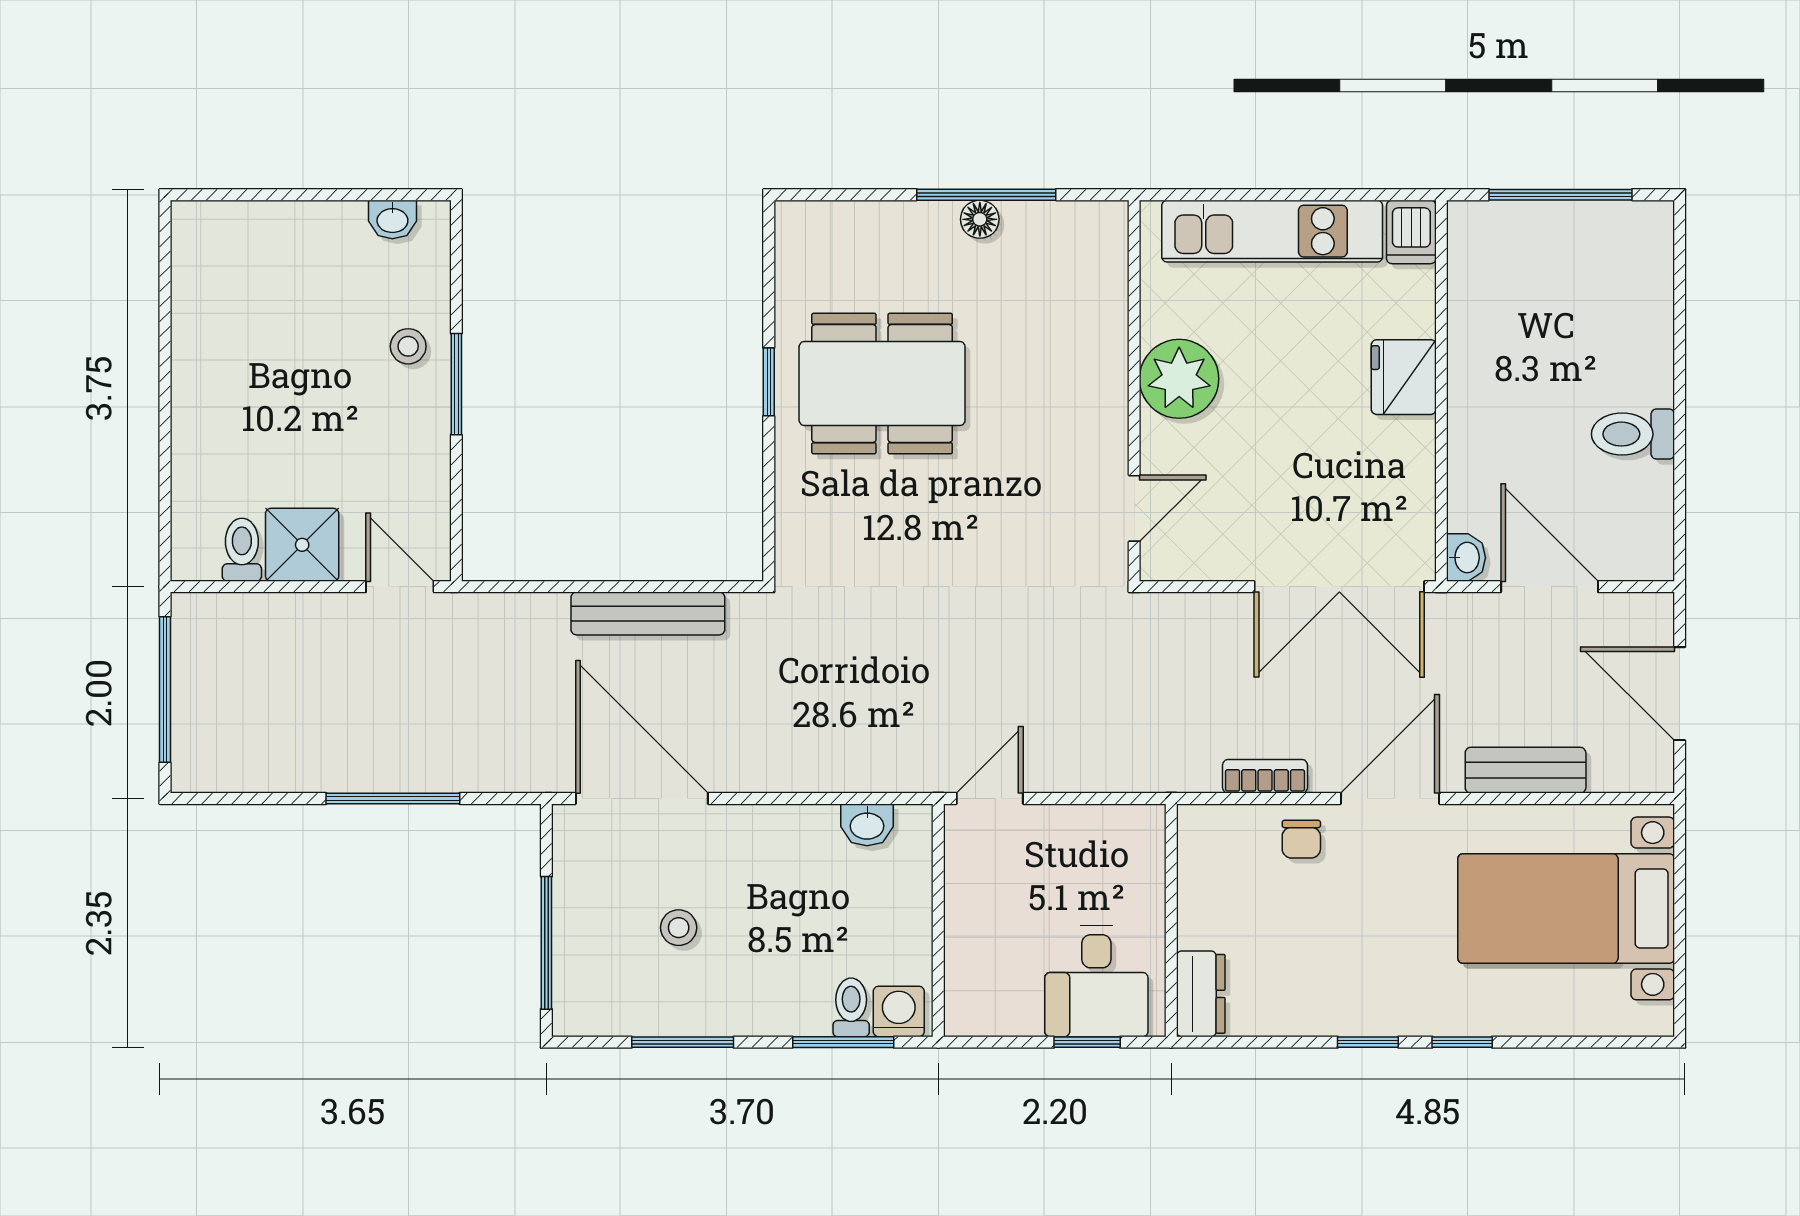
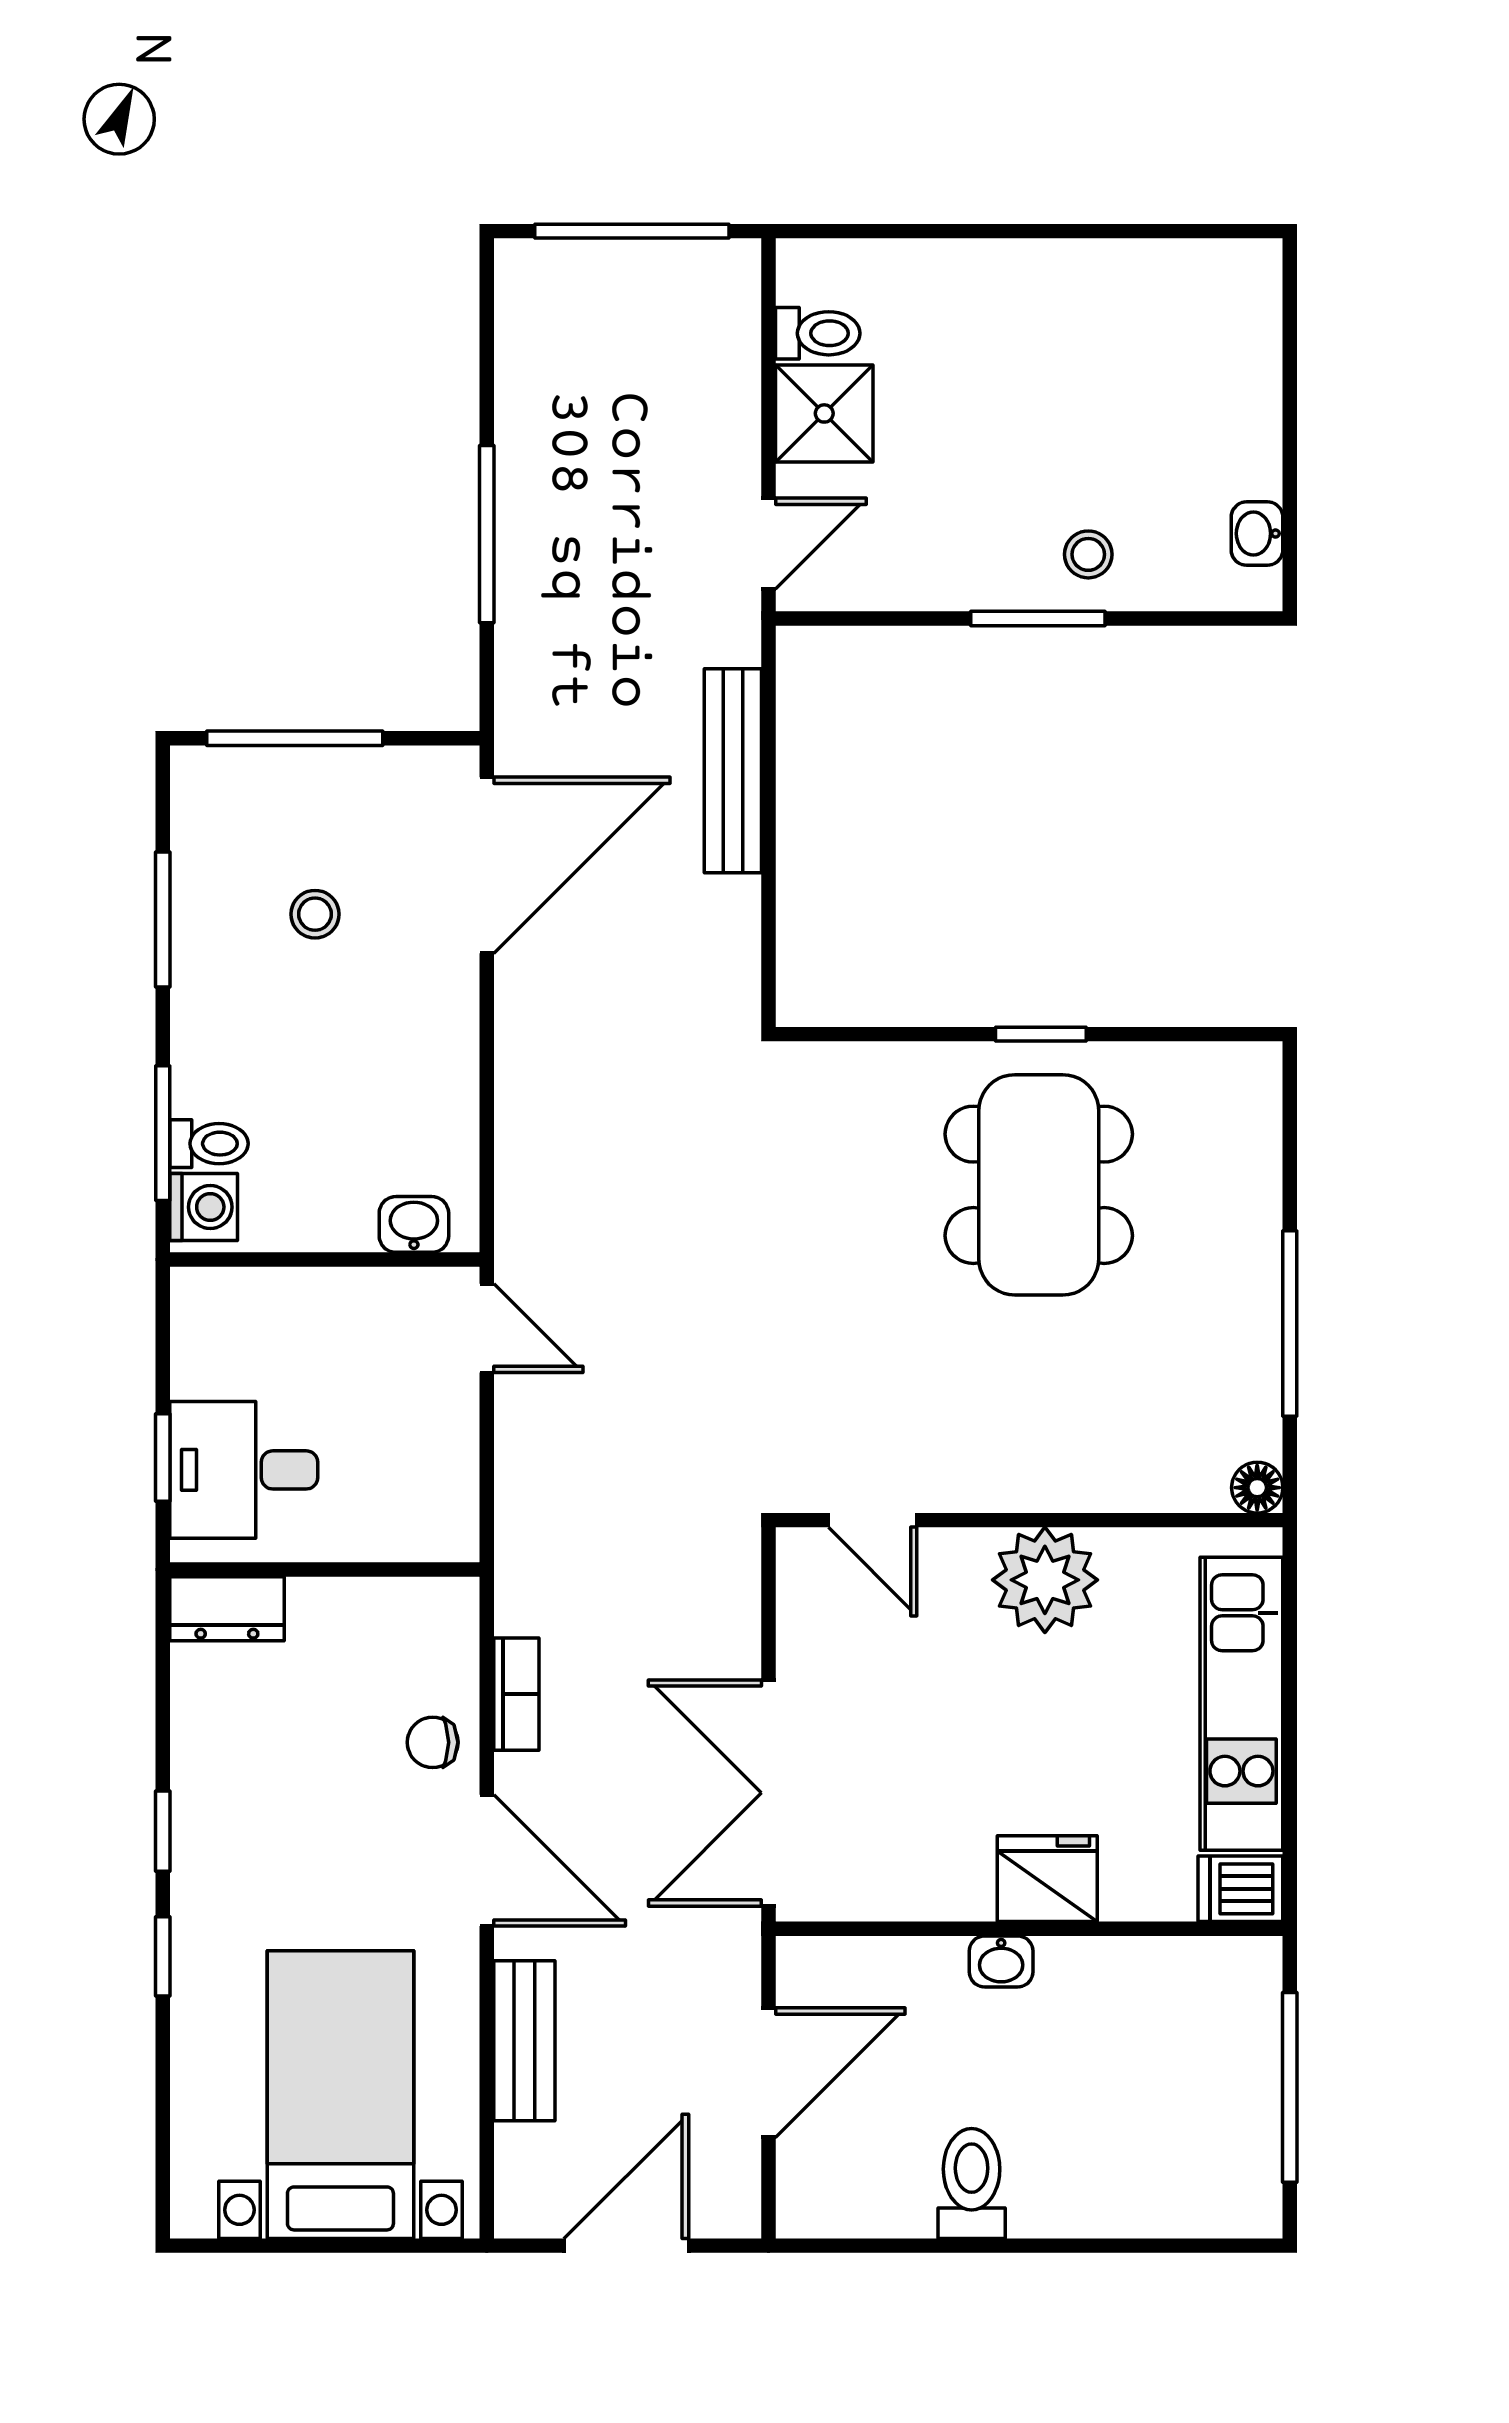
floor lamp: (980, 219) -> (1257, 1488), moved
washbasin: (1466, 558) -> (1001, 1961), moved
bench: (648, 613) -> (733, 771), moved
washbasin: (867, 825) -> (414, 1224), moved, turned 90

